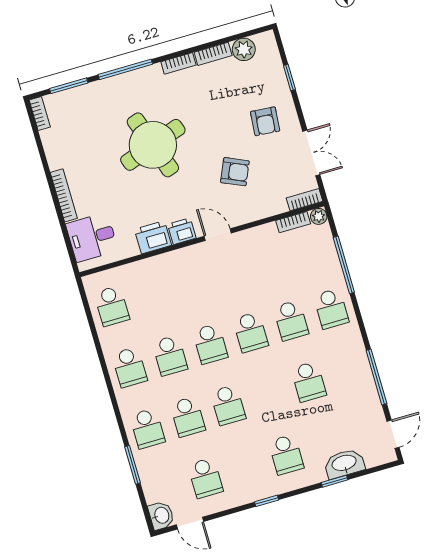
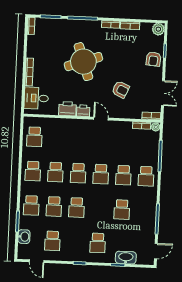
plant: (244, 49) -> (158, 29), moved
armchair: (265, 121) -> (153, 59), moved
washbasin: (161, 515) -> (24, 237), moved

